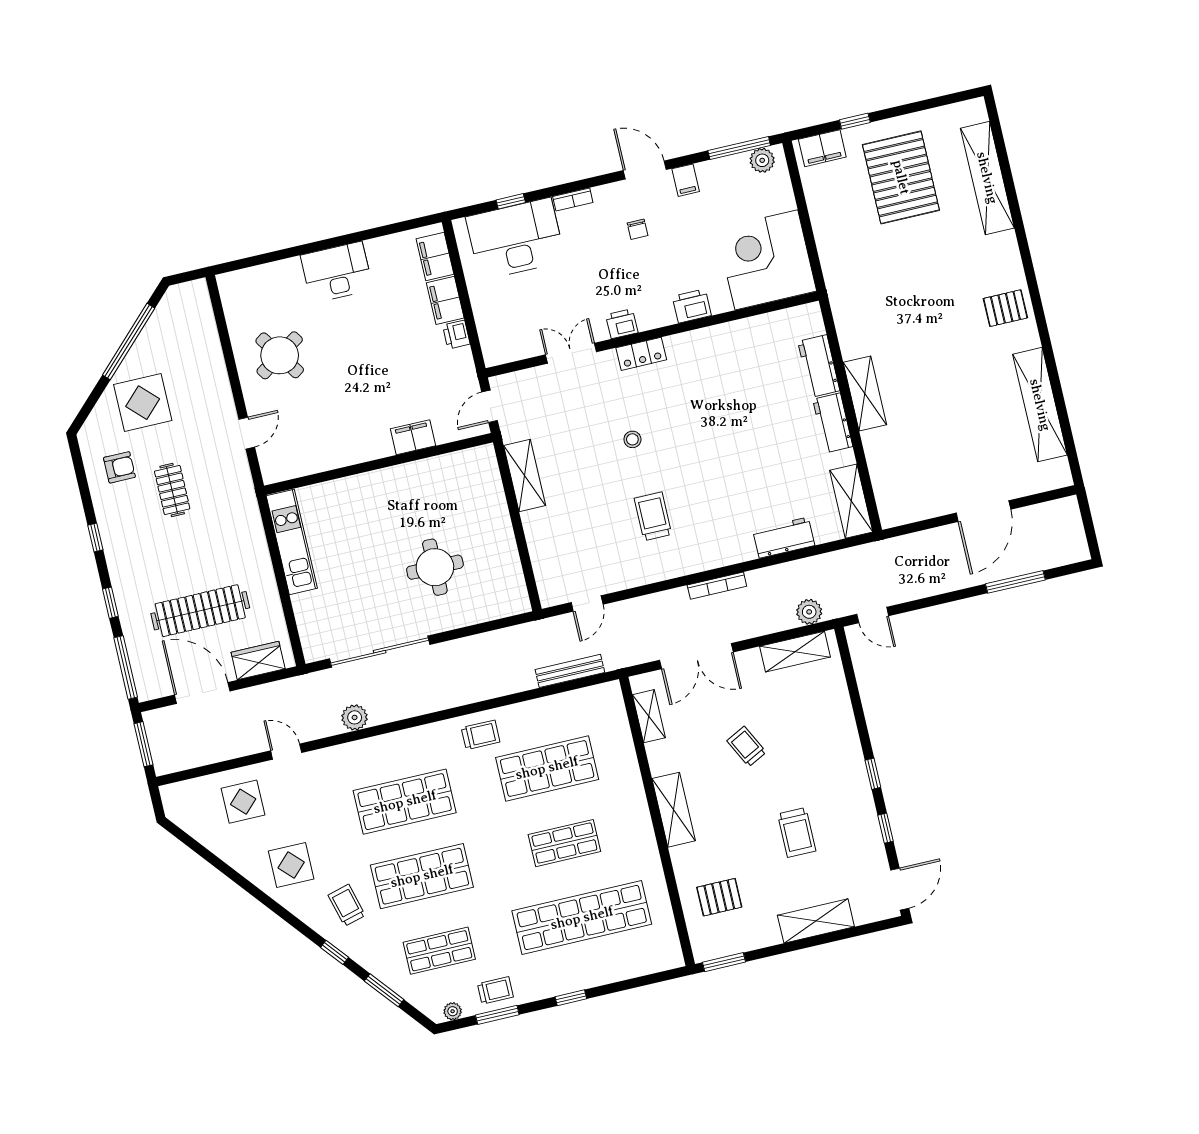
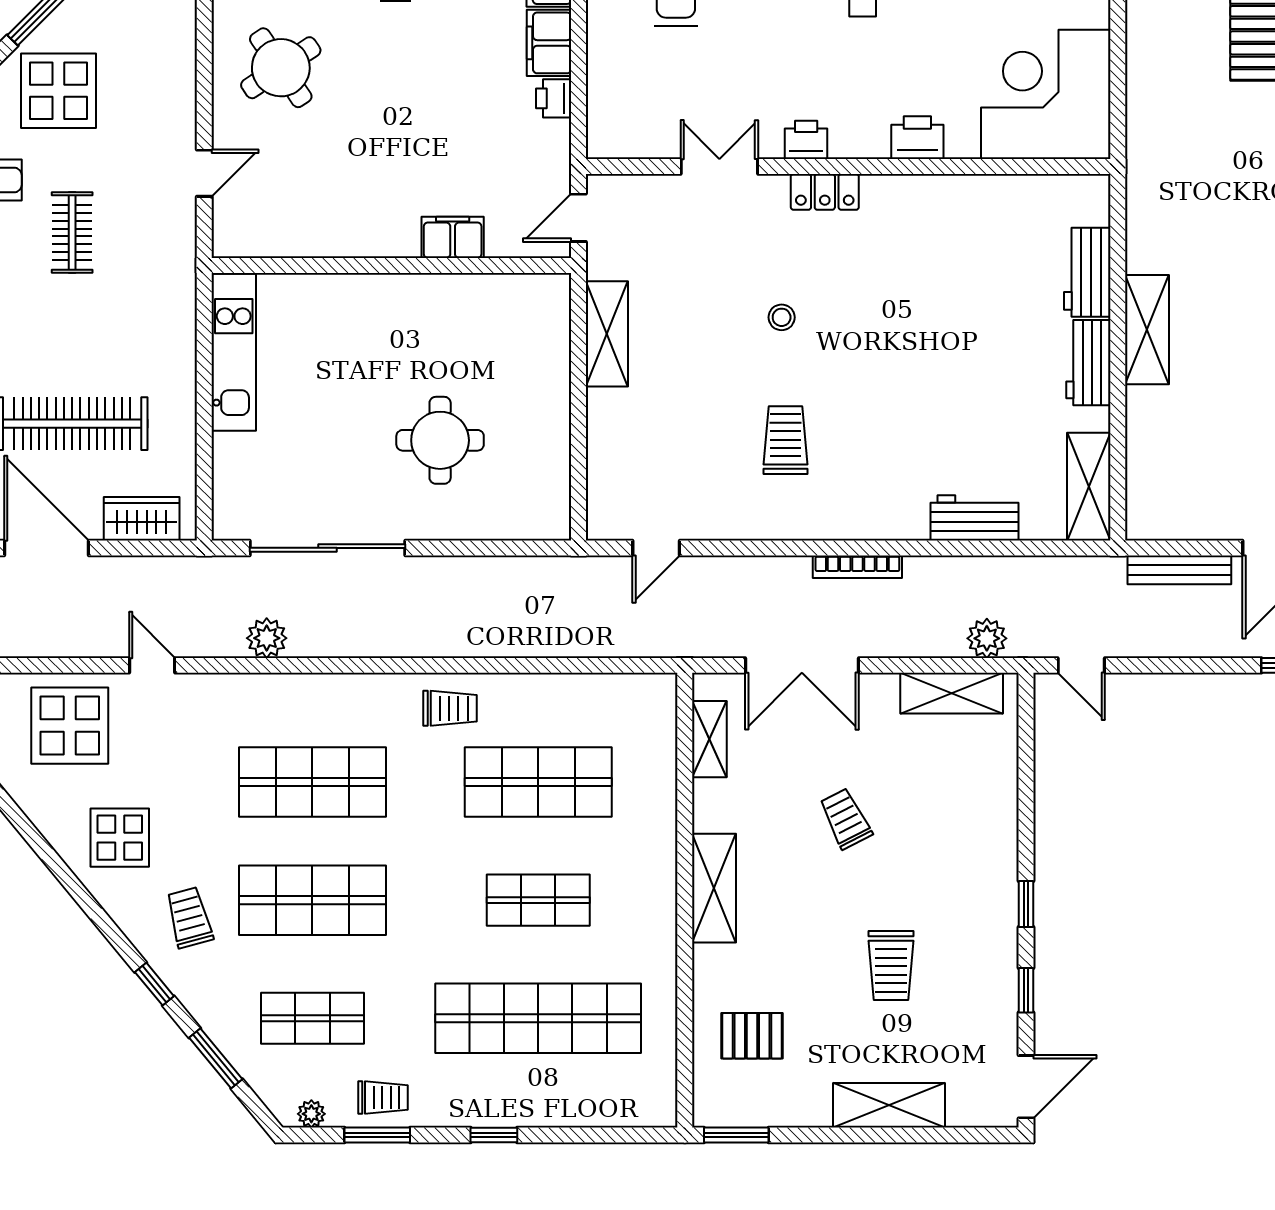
bench: (570, 671) -> (1179, 570), moved
display table: (243, 802) -> (70, 726), width x1.36, depth x1.36

